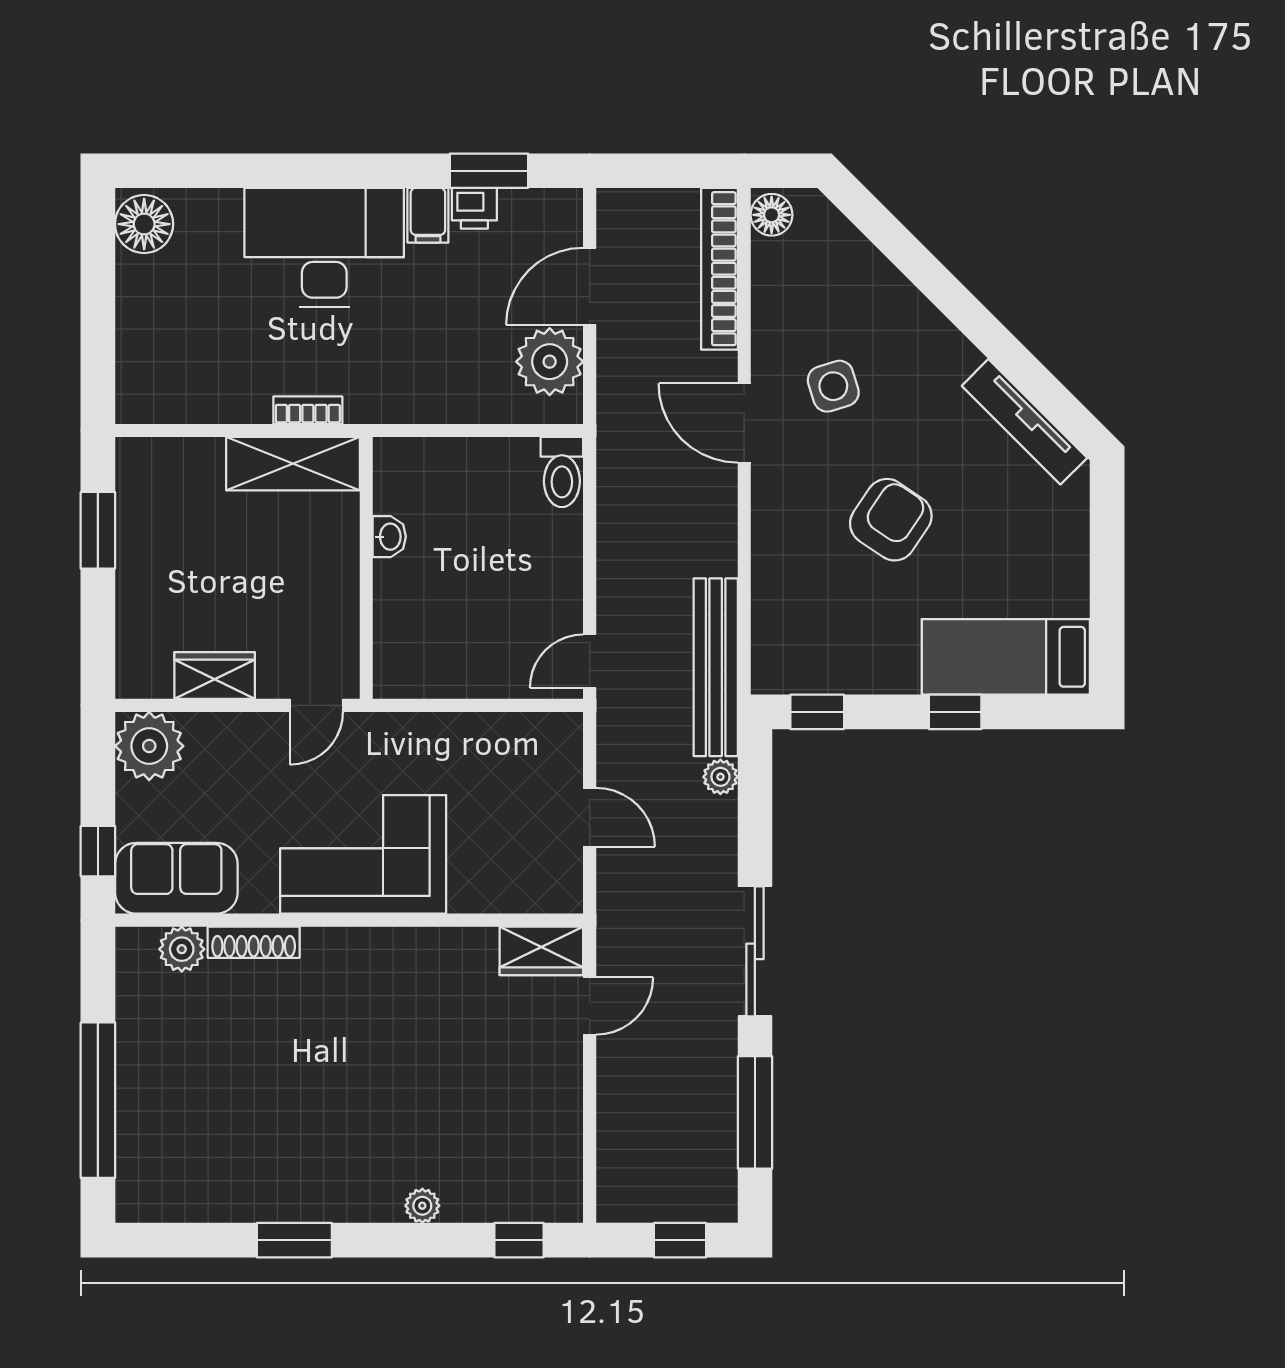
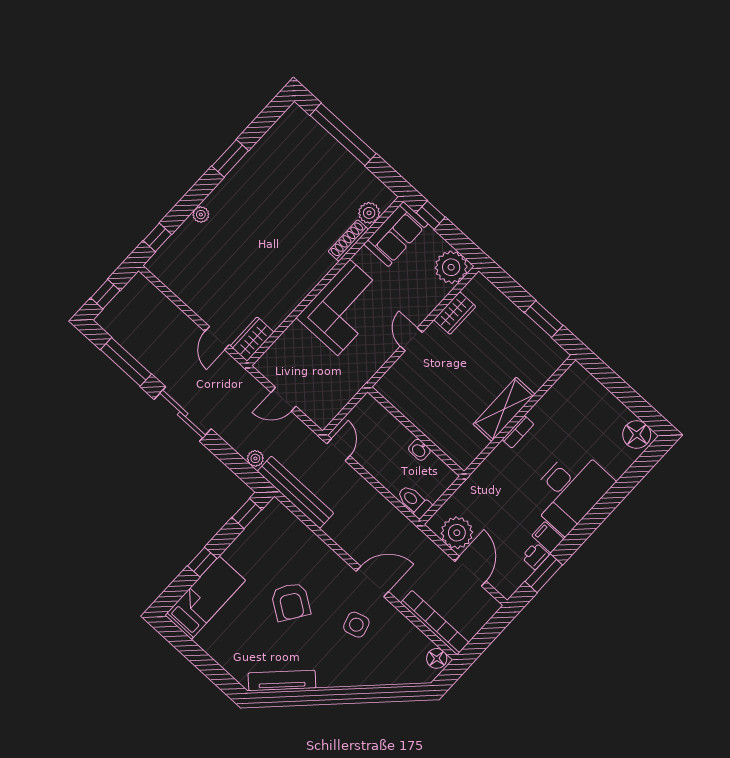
washbasin: (389, 537) -> (419, 450), moved
wall: (366, 568) -> (416, 432), moved

